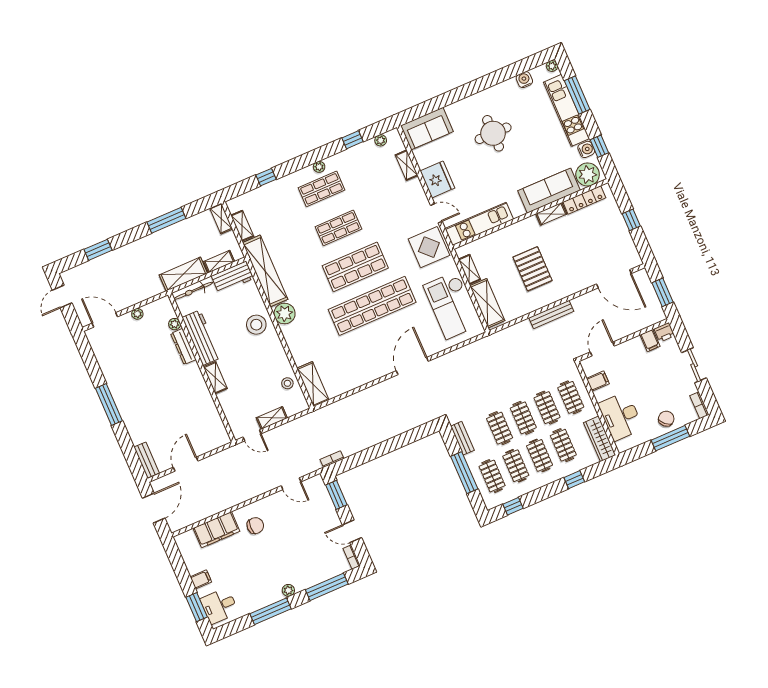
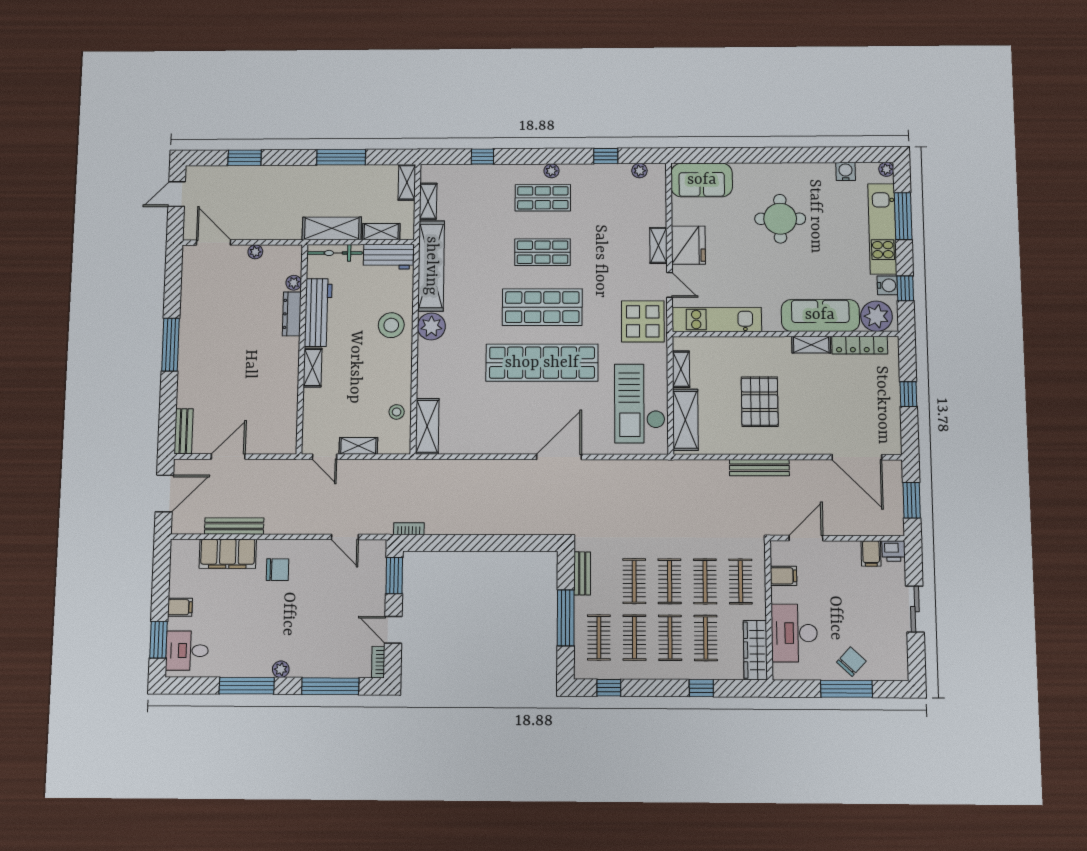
shelving: (407, 165) -> (658, 245), moved
bookcase: (699, 405) -> (901, 663), removed
bench: (212, 509) -> (234, 526), added

